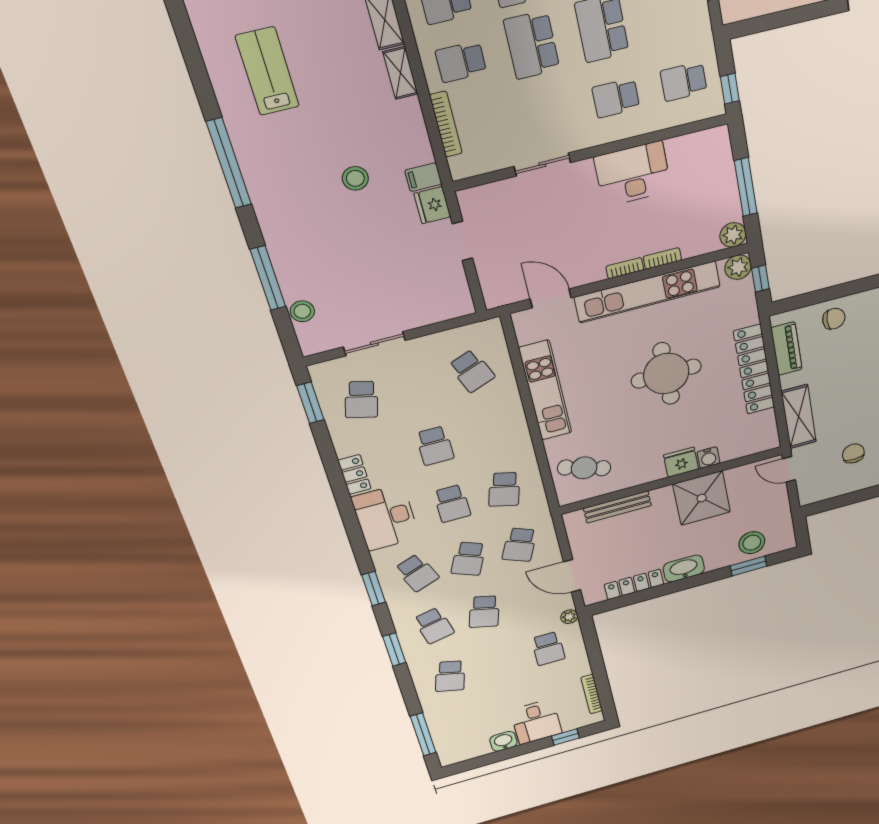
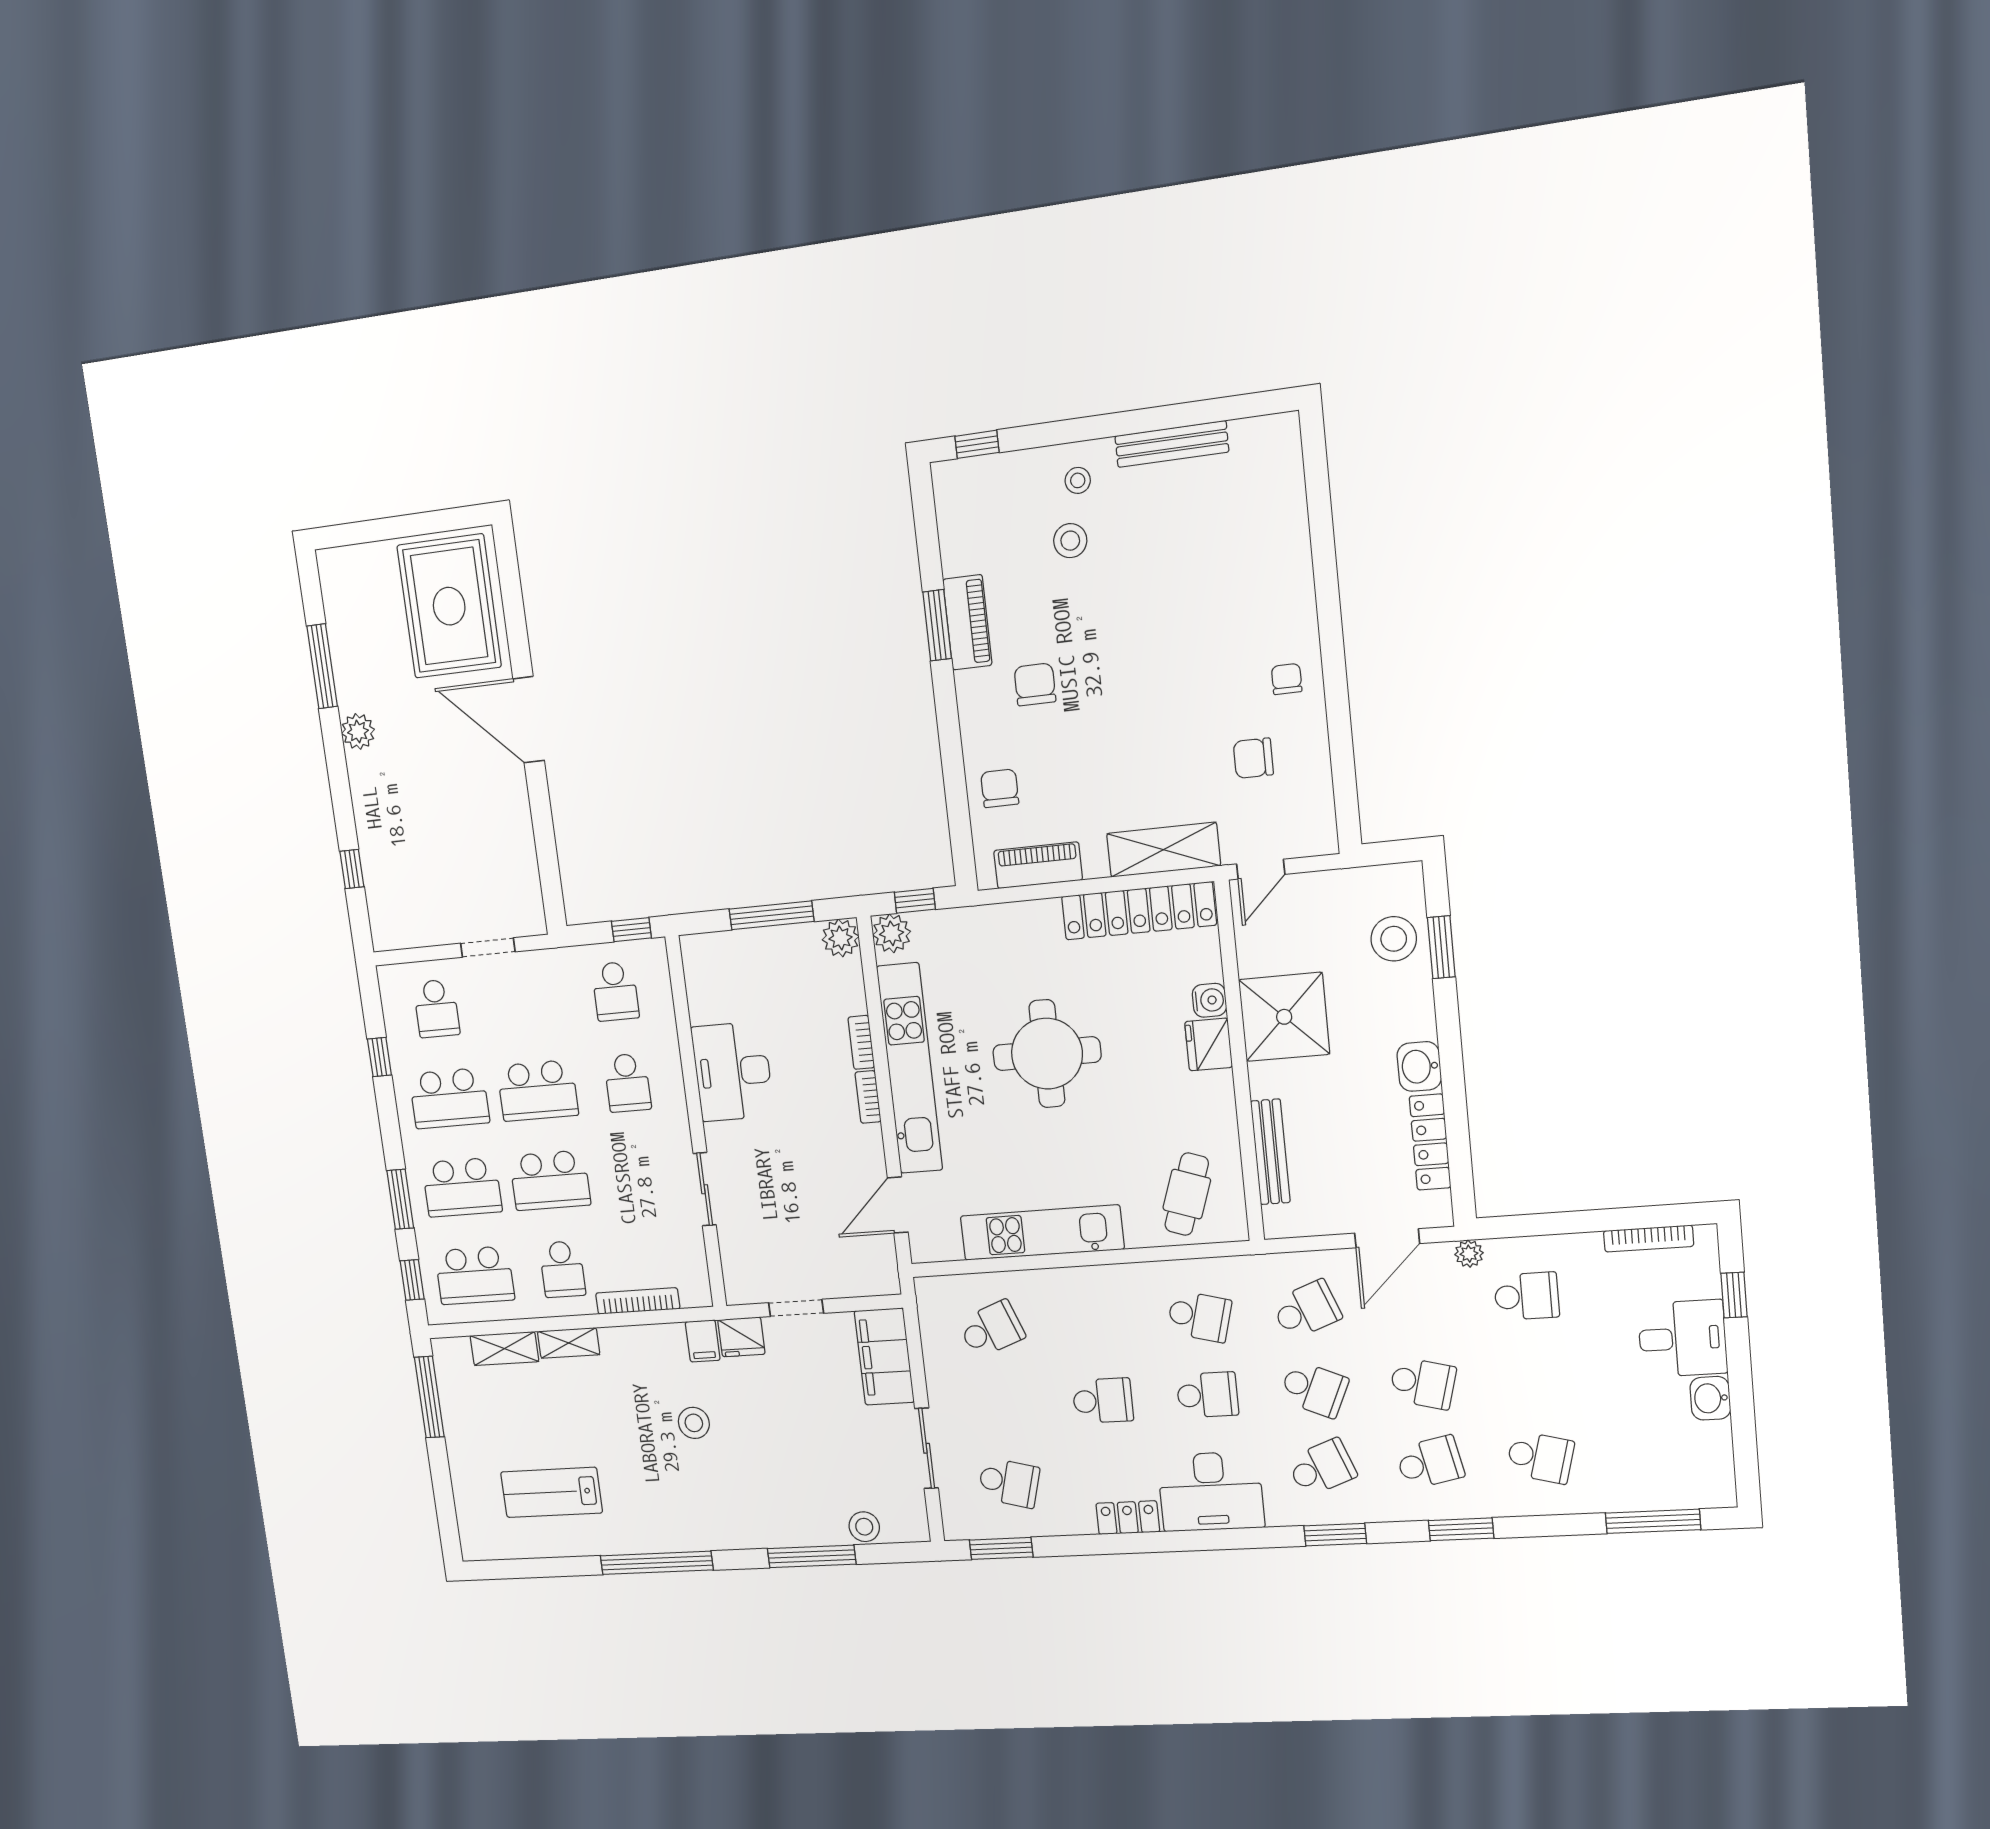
filing cabinet: (438, 306) -> (884, 1357), added
locker: (754, 369) -> (1139, 911), moved
school desk: (520, 545) -> (1306, 1310), turned -45
washbasin: (684, 568) -> (1419, 1066), width x0.72

